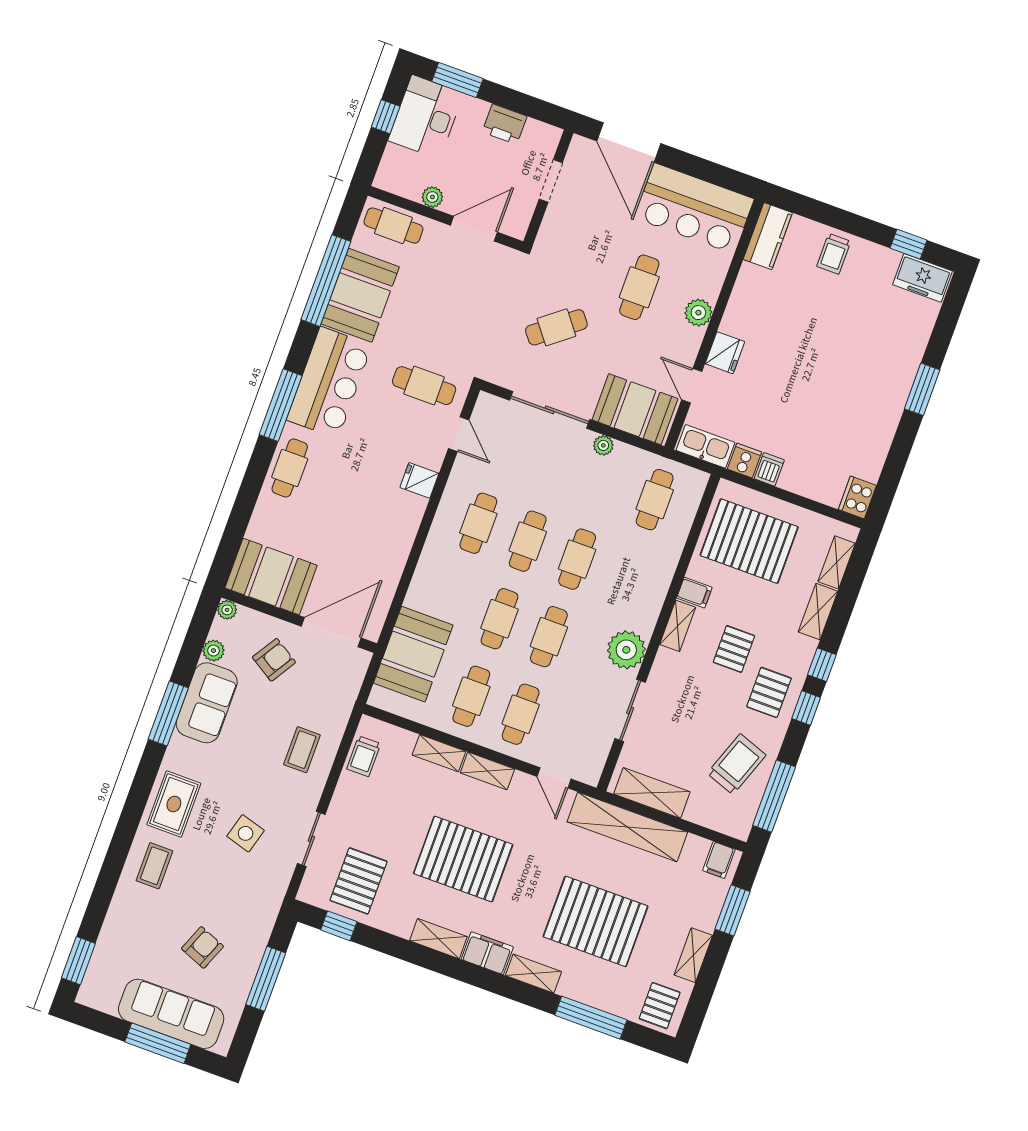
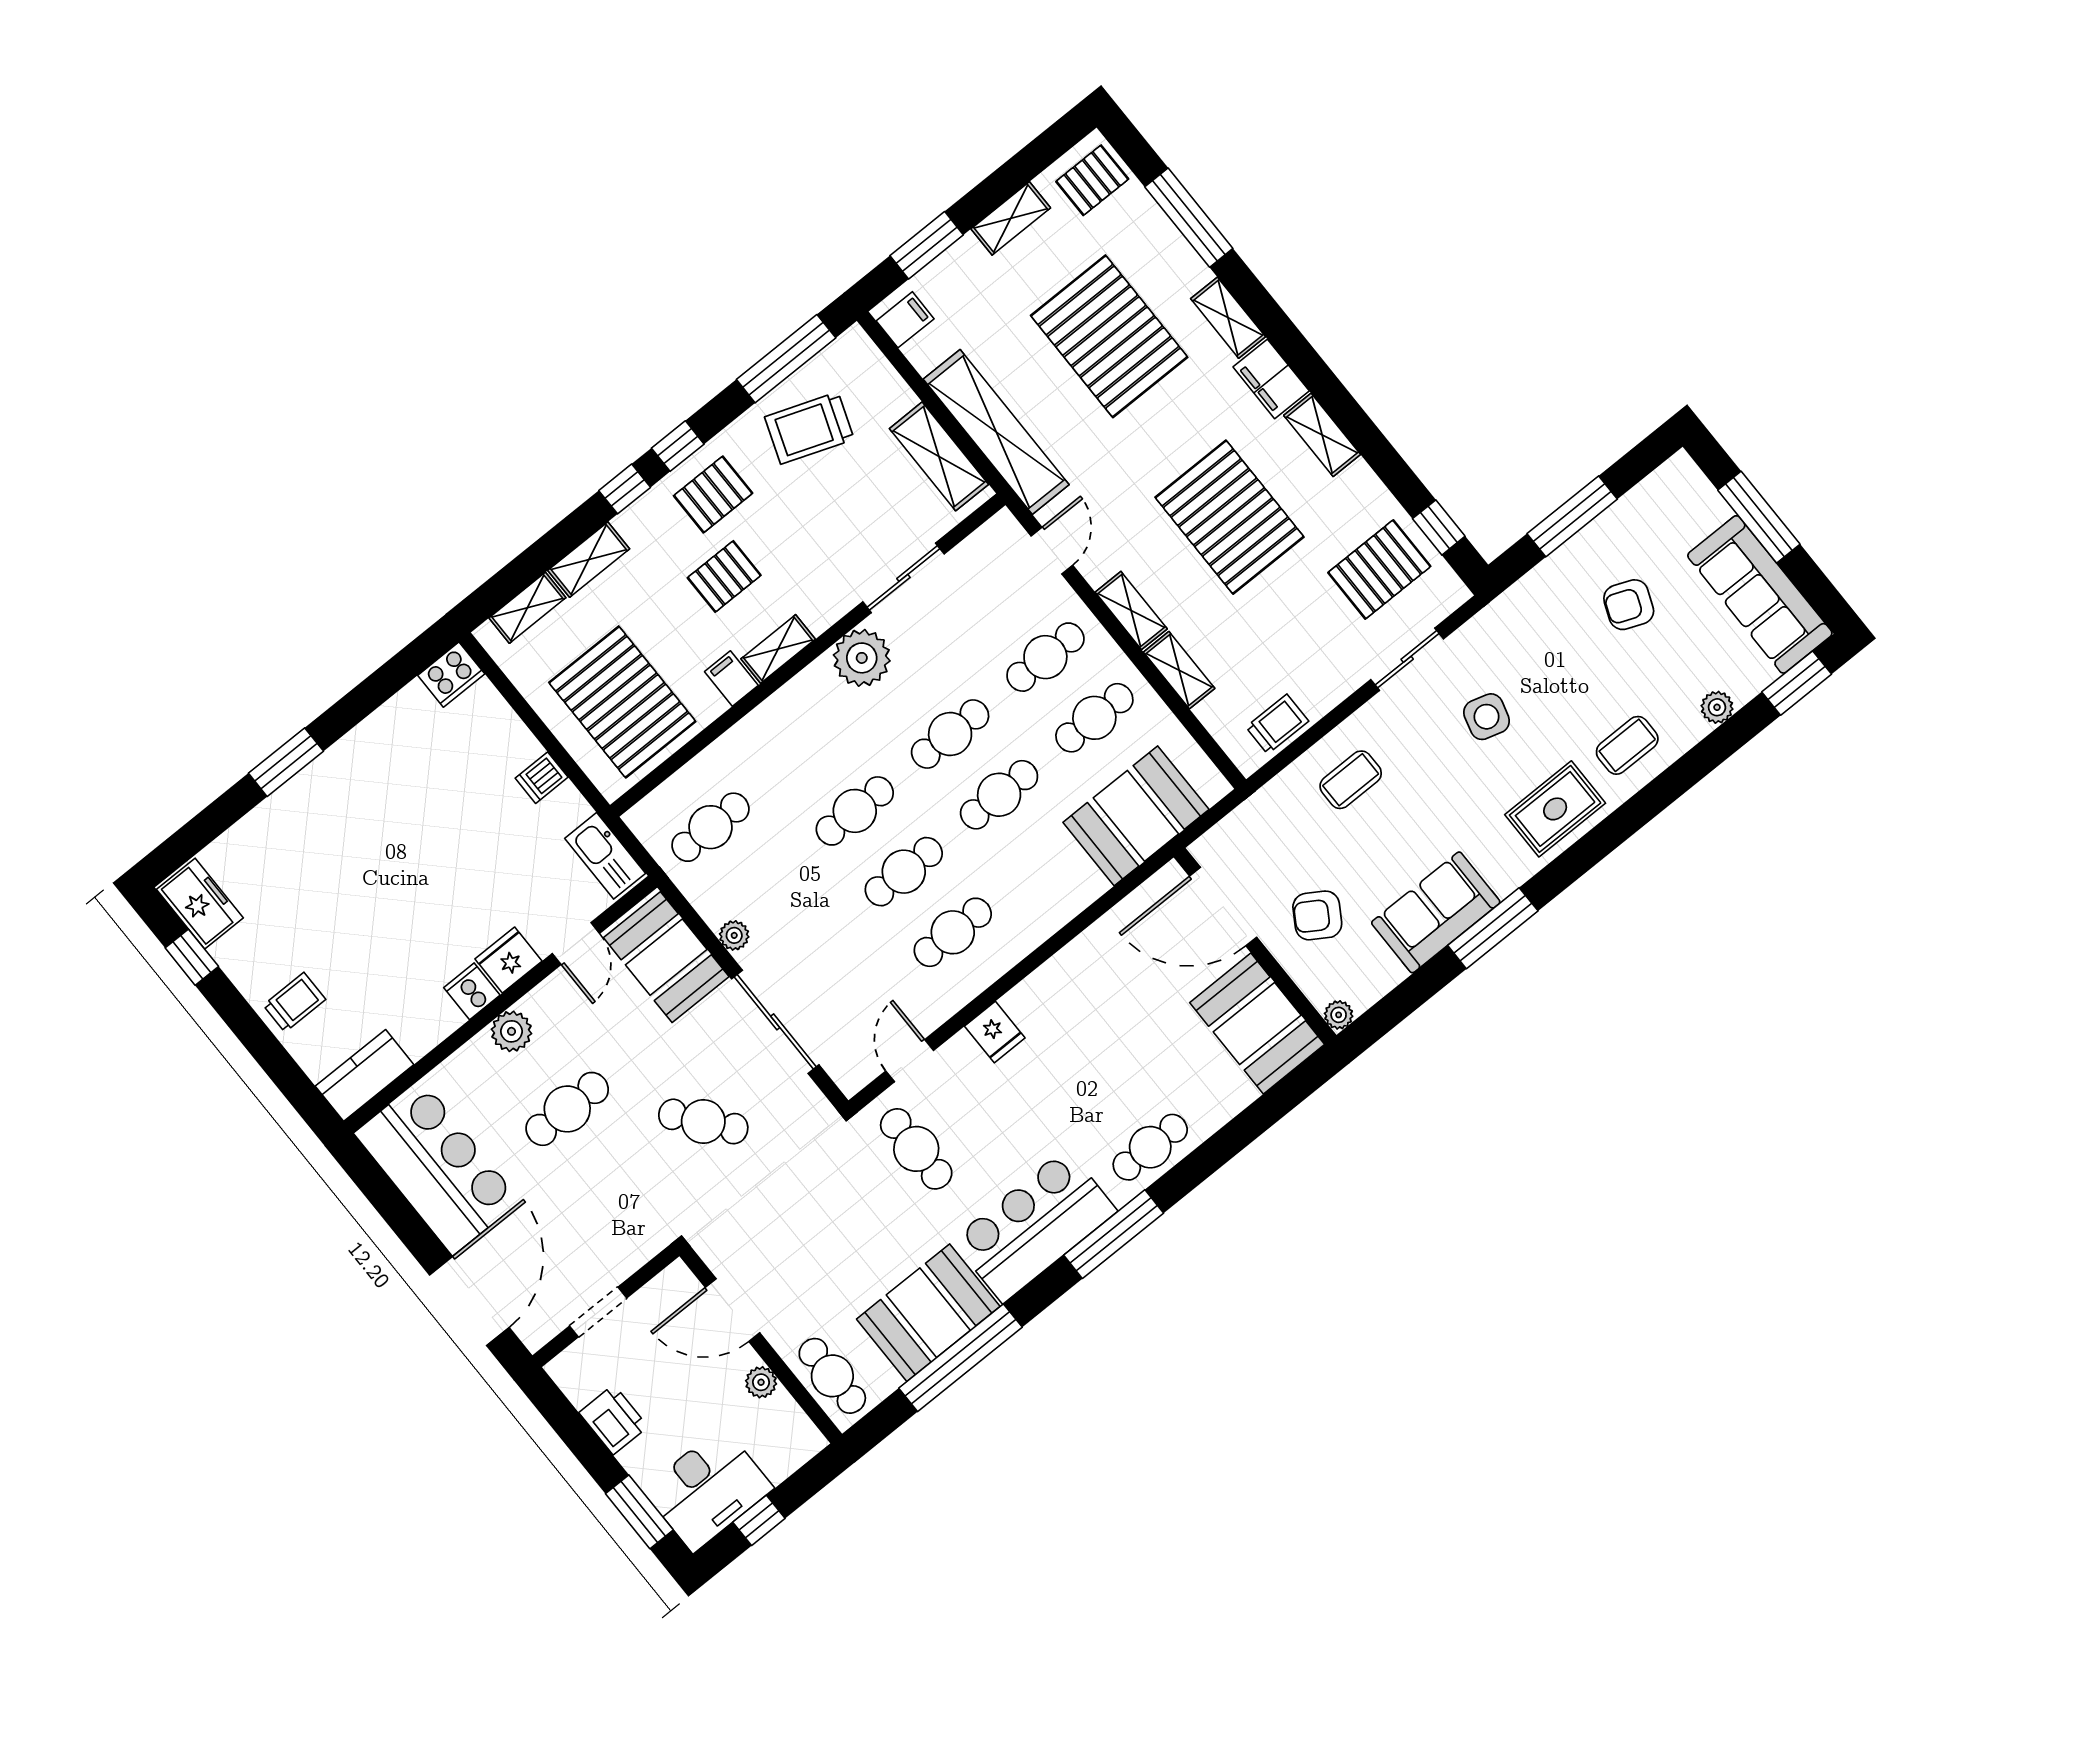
cooker: (745, 461) -> (472, 991), moved, turned 90
plant: (214, 651) -> (1717, 707), moved
sofa: (171, 1014) -> (1760, 594), moved

